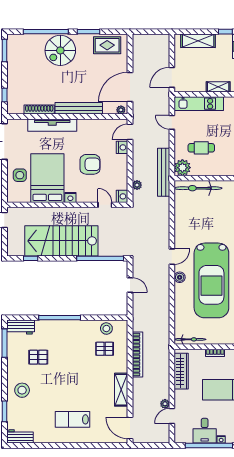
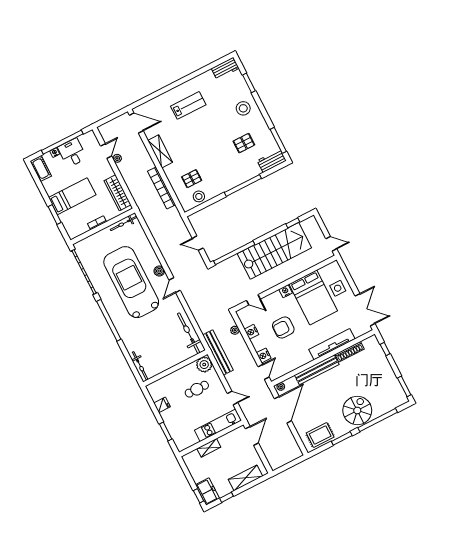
bicycle: (198, 188) -> (189, 333), moved, turned -90
nightstand: (122, 196) -> (252, 332), moved

